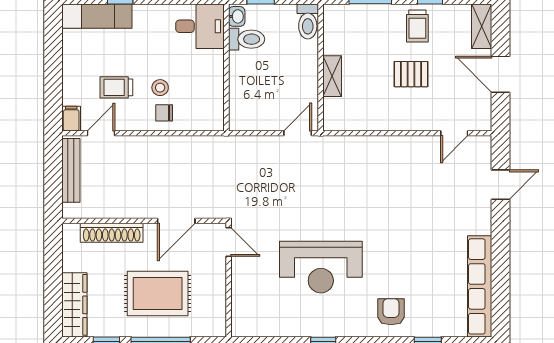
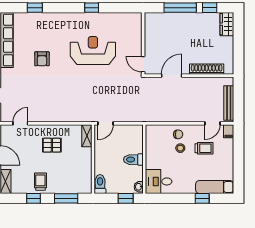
toilet: (247, 39) -> (133, 160), moved
pallet: (411, 74) -> (52, 145), moved
shelving: (332, 76) -> (87, 136), moved
rug: (158, 293) -> (182, 36), removed
wardrobe: (74, 305) -> (227, 24), width x0.67
armchair: (391, 312) -> (42, 59), moved

